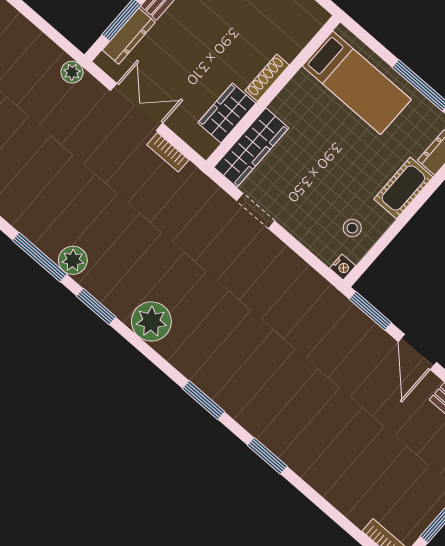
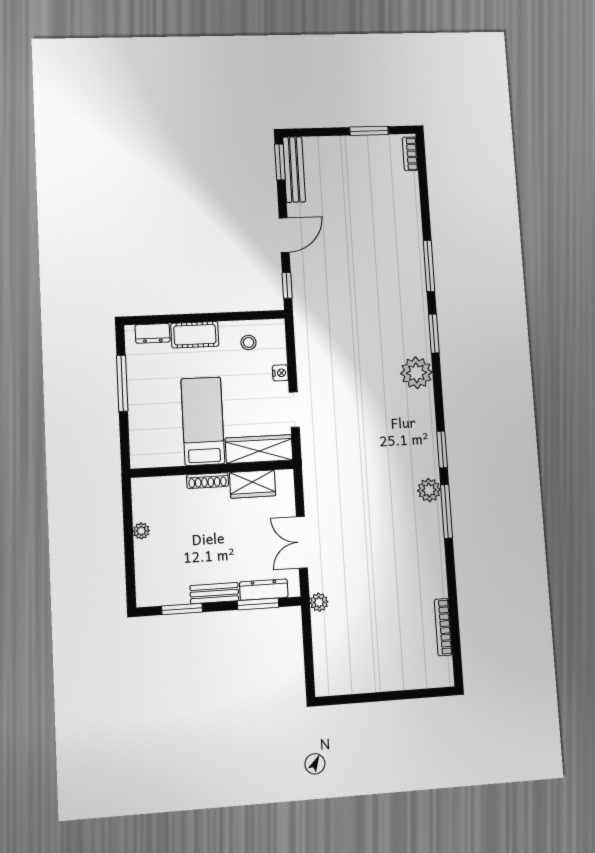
bed: (357, 83) -> (203, 421), moved
bookcase: (168, 152) -> (311, 496), removed
nightstand: (343, 267) -> (280, 373), moved, turned 90
window: (370, 311) -> (287, 285), width x0.67
plant: (151, 321) -> (416, 373), moved
window: (267, 456) -> (429, 266), width x1.44

